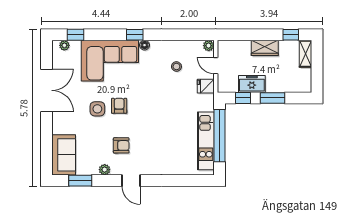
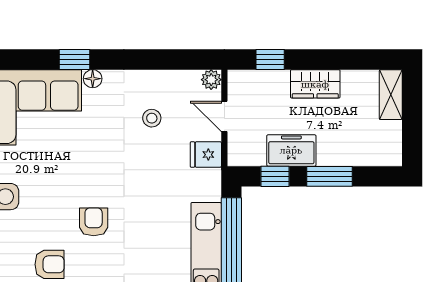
window: (291, 35) -> (270, 59), moved
armchair: (119, 106) -> (94, 222), moved

